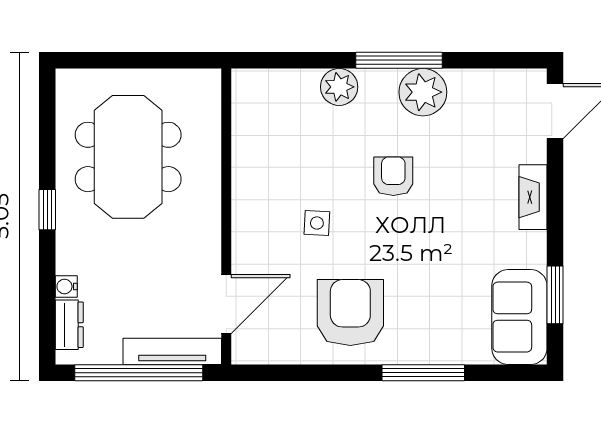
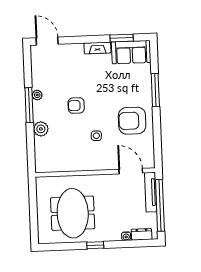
plant: (423, 92) -> (37, 95), width x0.53, depth x0.53
meeting table: (128, 157) -> (73, 213), turned 90
fireplace: (533, 197) -> (97, 48), moved

